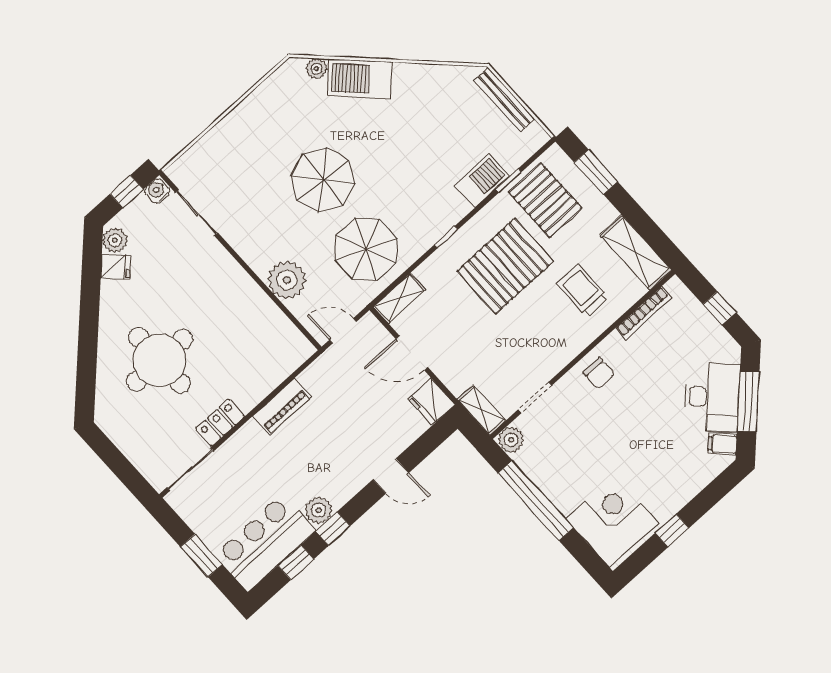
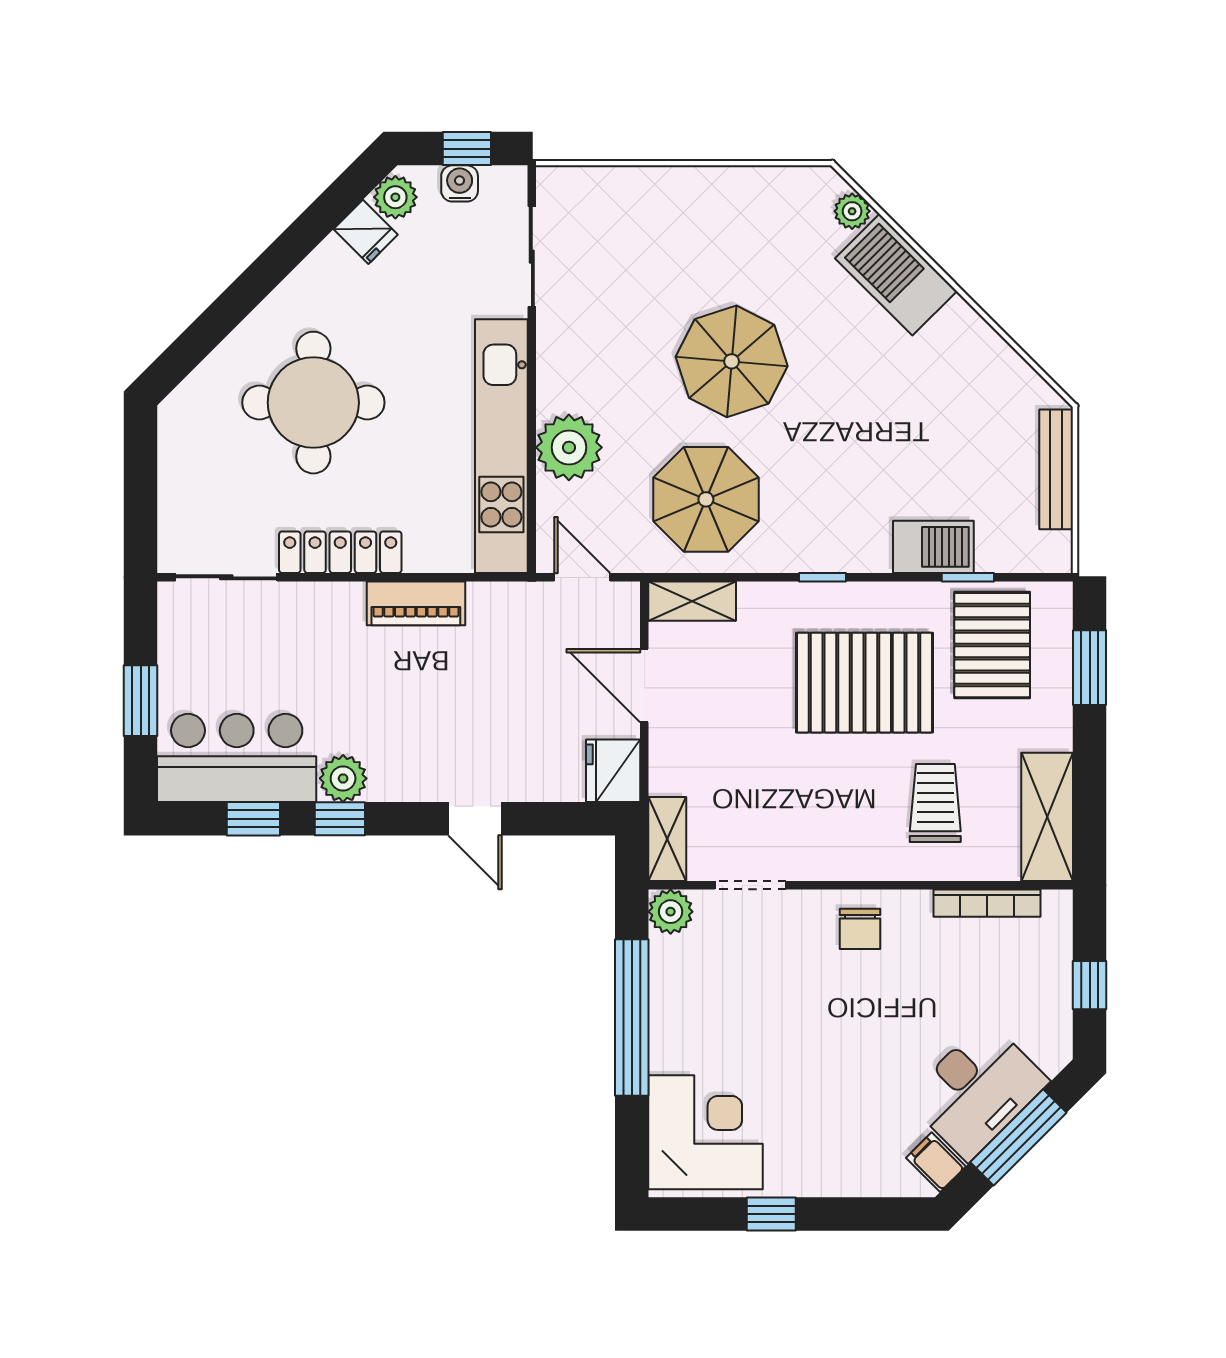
water cooler: (157, 191) -> (460, 183), moved
kitchen unit: (257, 306) -> (501, 446), added
locker: (220, 423) -> (340, 552), width x1.53

